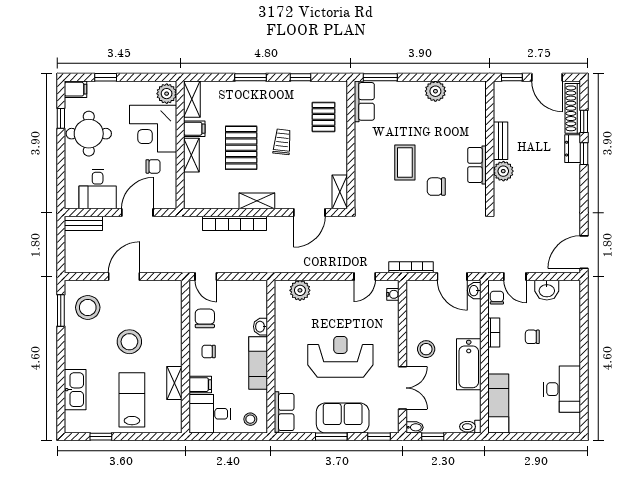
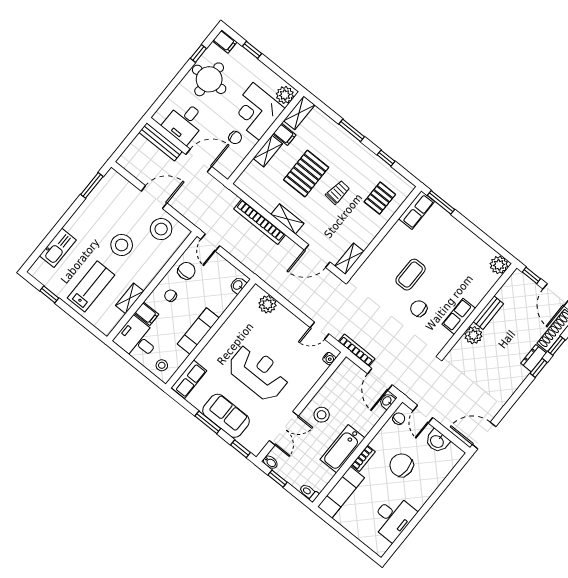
plant: (435, 91) -> (499, 265), moved
bench: (83, 223) -> (160, 142), width x1.36
stool: (88, 307) -> (161, 229), moved
washbasin: (260, 327) -> (238, 285), moved
bookcase: (494, 332) -> (363, 458), moved
chair: (532, 337) -> (401, 465), width x1.87, depth x1.87

